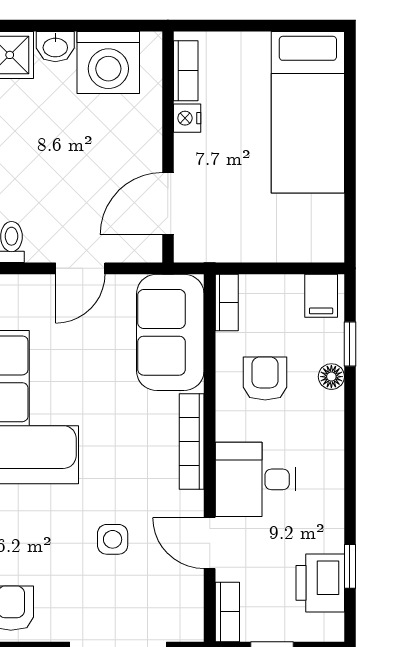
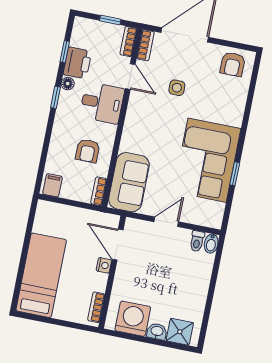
nightstand: (187, 118) -> (104, 265), moved
door: (168, 204) -> (118, 245), swing flipped
window: (350, 344) -> (56, 97), moved
floor lamp: (331, 377) -> (68, 84), moved
bookcase: (192, 442) -> (146, 45), moved, width x0.64
printer: (320, 583) -> (77, 63), moved

